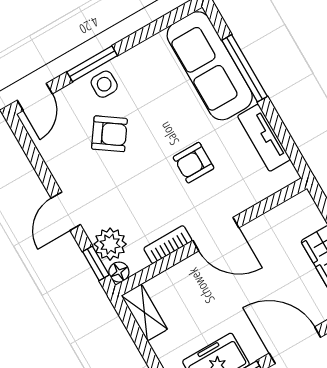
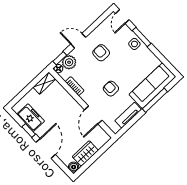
door: (35, 97) -> (122, 17), hinge flipped
armchair: (109, 134) -> (101, 53), moved, turned 145
door: (216, 234) -> (93, 115), moved

